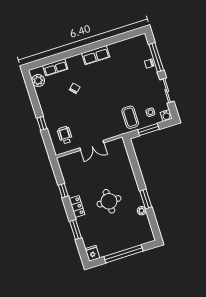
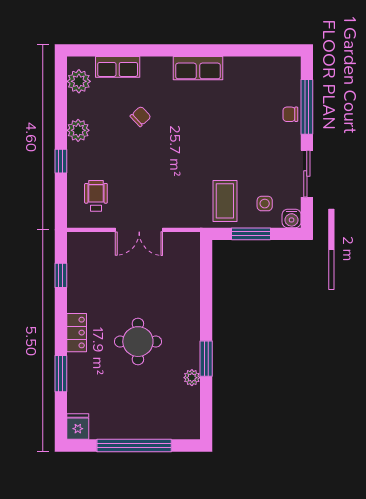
plant: (46, 105) -> (78, 130), added
window: (63, 191) -> (61, 275), moved

